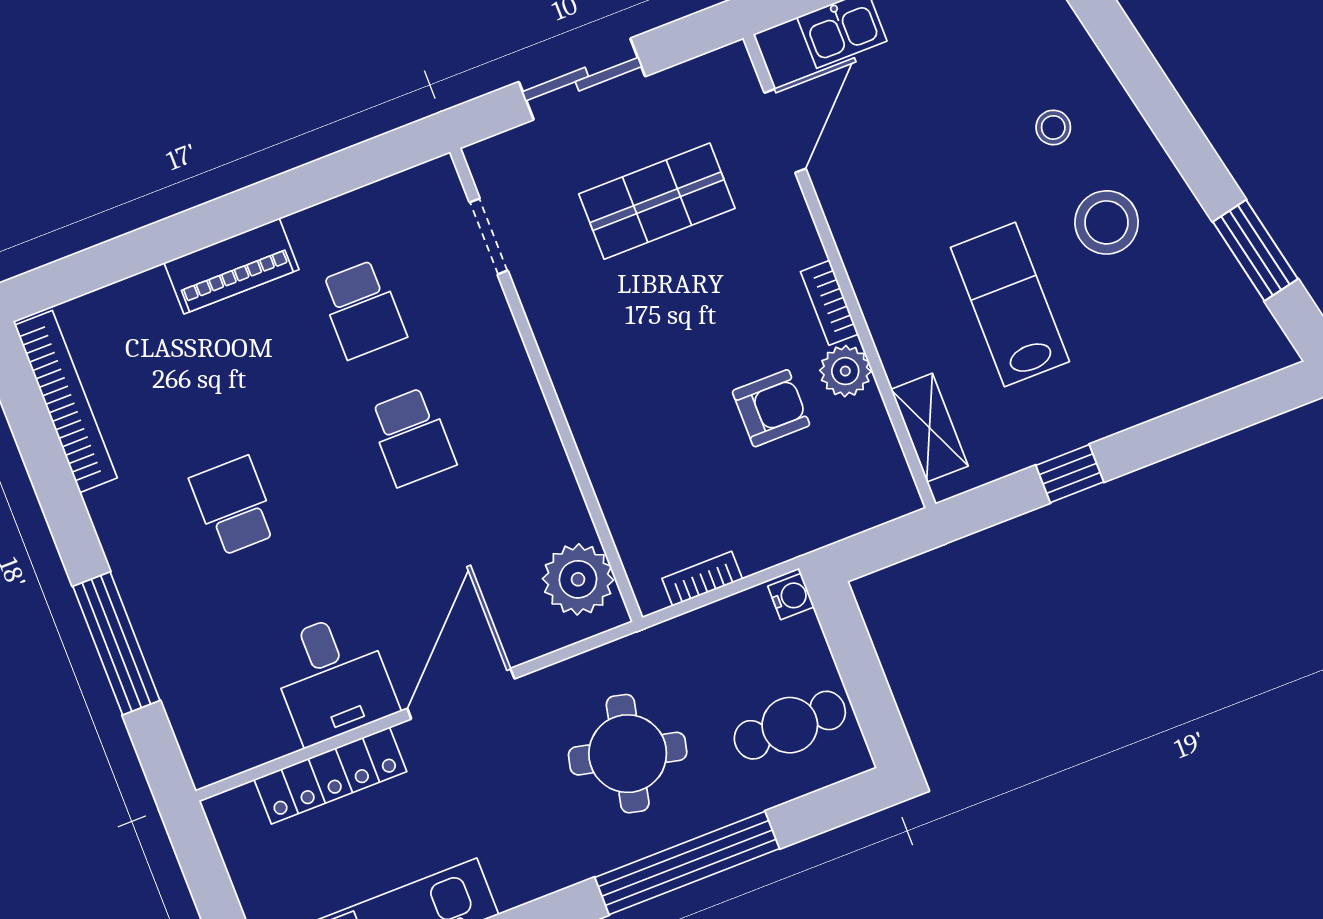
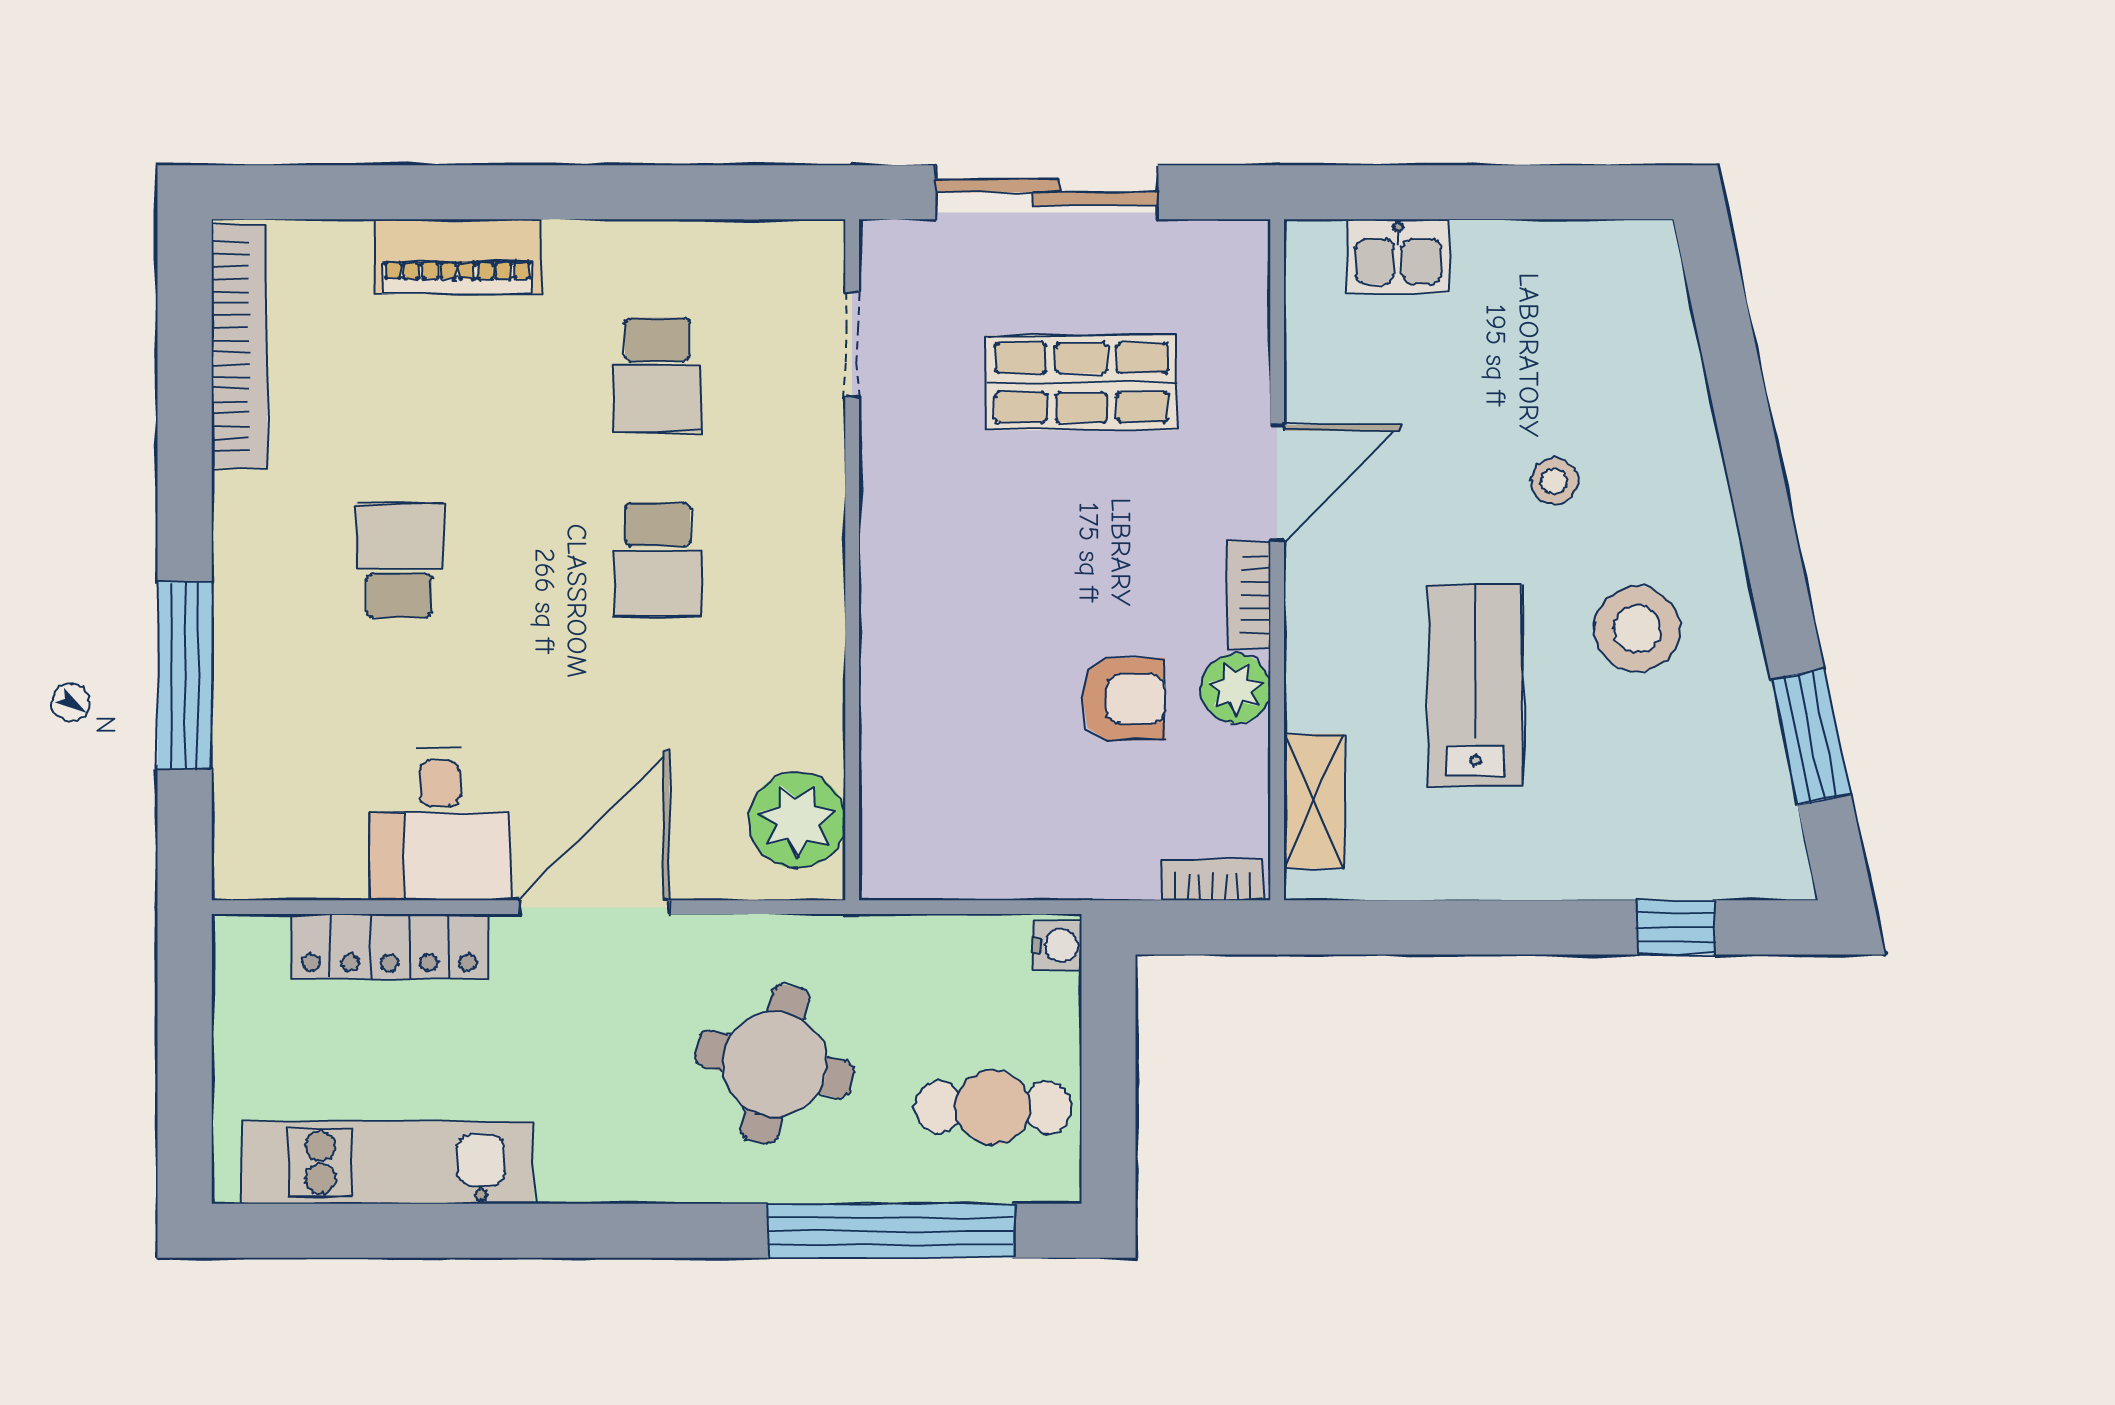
sliding door: (582, 79) -> (1047, 192), width x1.37
stool: (1053, 127) -> (1554, 481), moved
door: (785, 131) -> (1277, 483), moved
piano: (232, 266) -> (457, 257), moved
window: (1070, 474) -> (1676, 927), moved
bookcase: (702, 579) -> (1212, 880), moved
window: (687, 863) -> (891, 1231), moved

